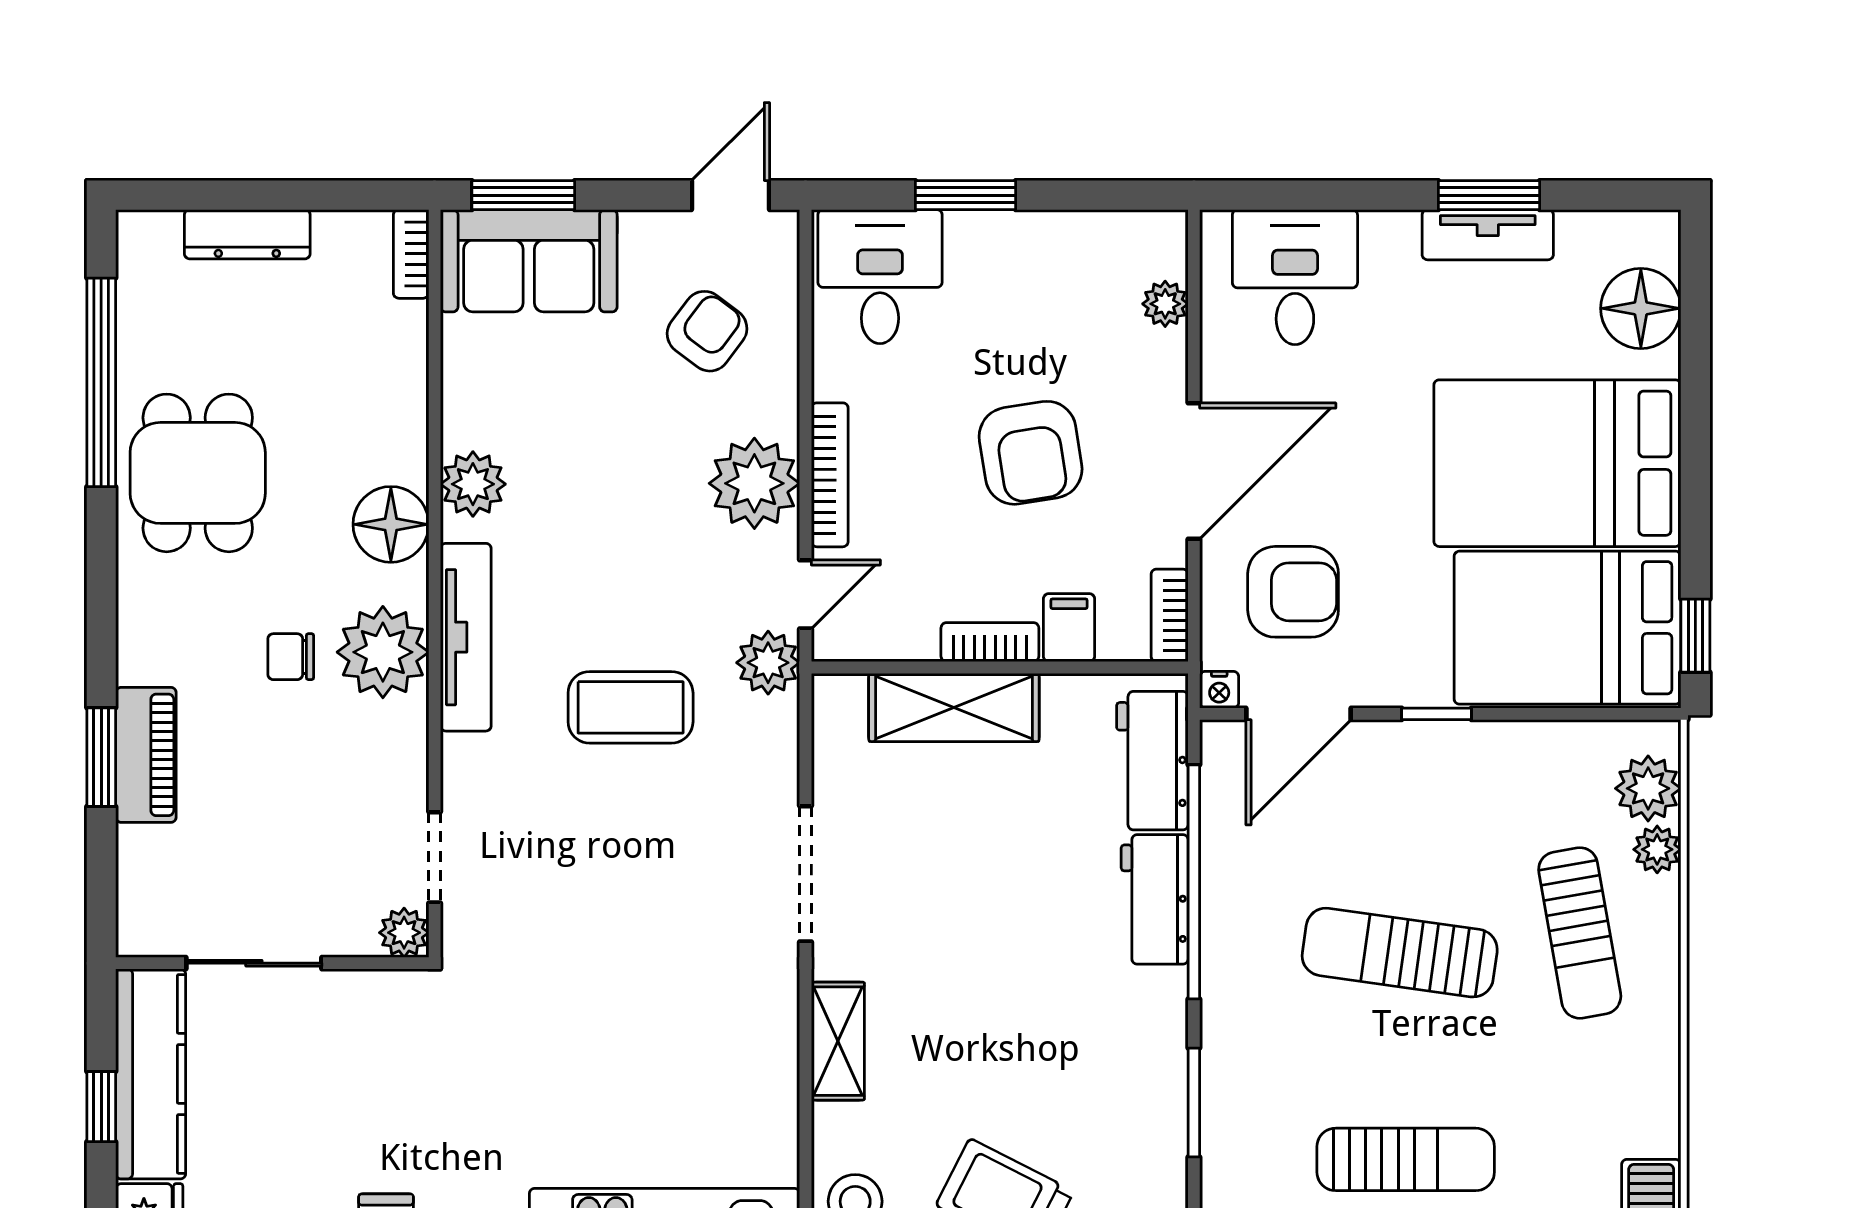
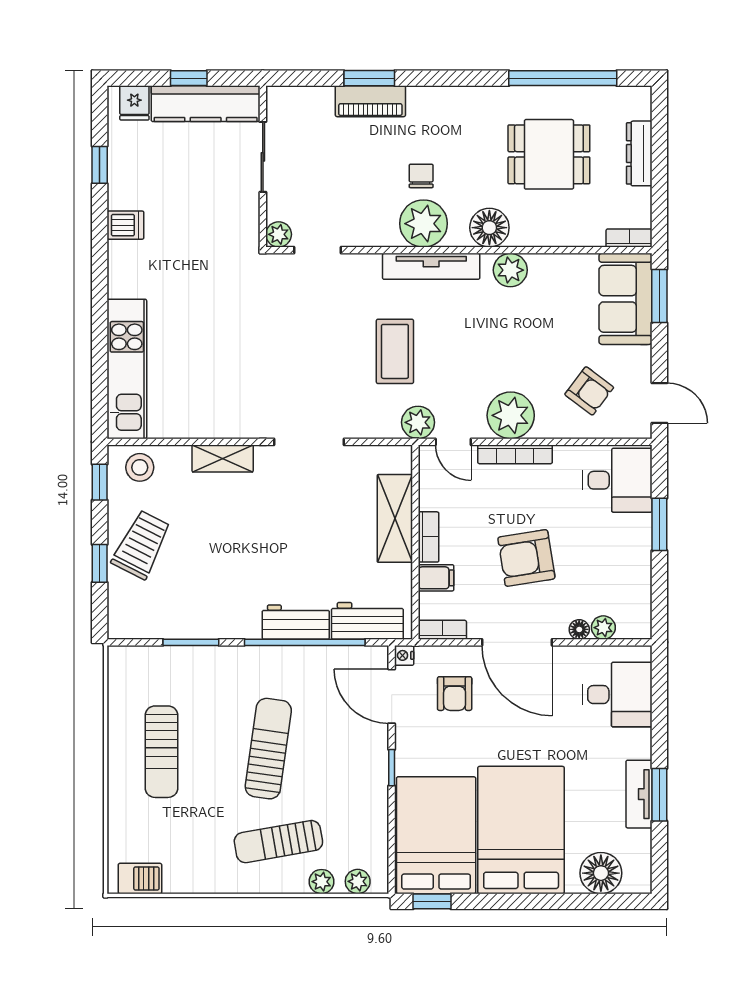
floor lamp: (1169, 350) -> (579, 629), added
dining table: (198, 473) -> (549, 154), moved
armchair: (1293, 592) -> (455, 694), width x0.72, depth x0.72
plant: (1648, 788) -> (358, 881), width x0.73, depth x0.73

